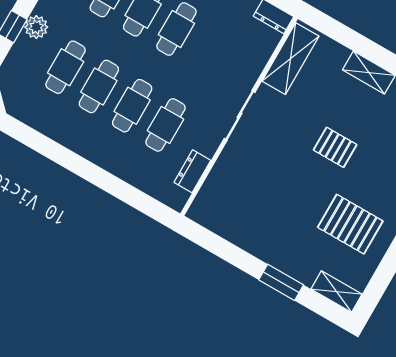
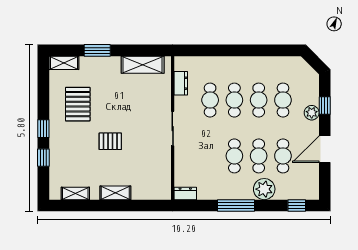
shelving: (291, 59) -> (143, 65), moved, turned 90
pallet: (350, 224) -> (78, 104), turned 90

